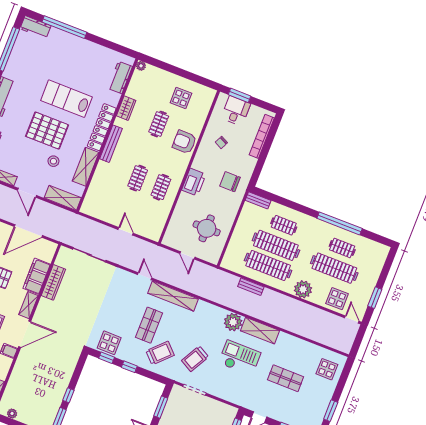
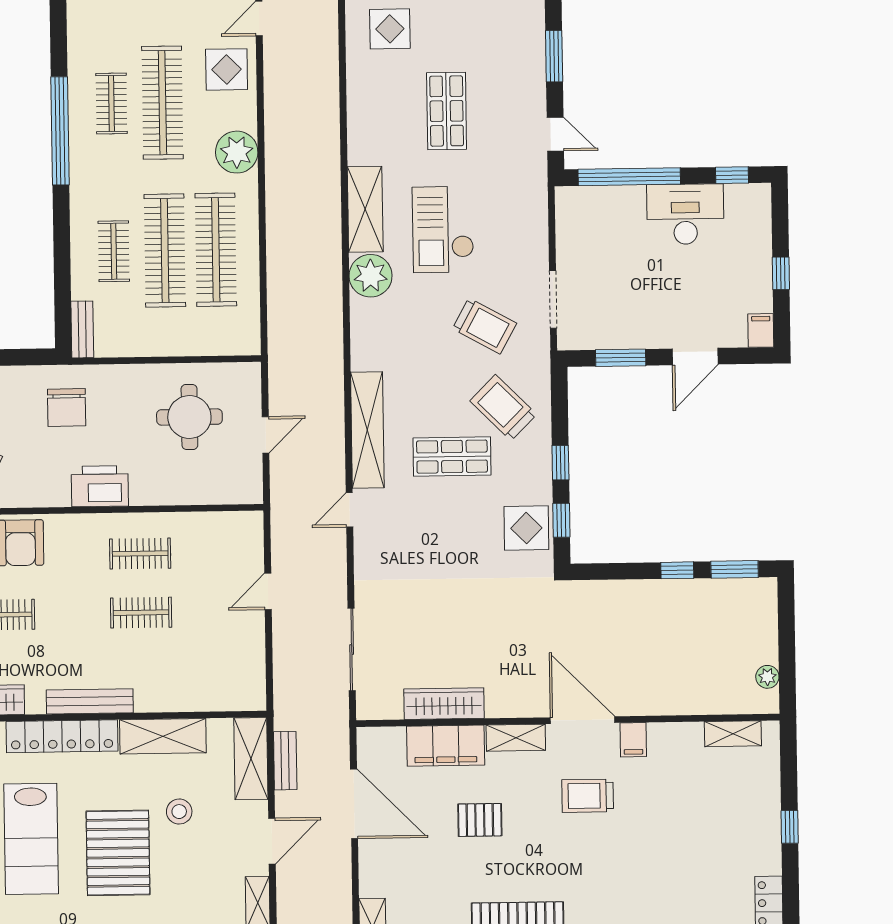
bench: (251, 287) -> (285, 761), moved

